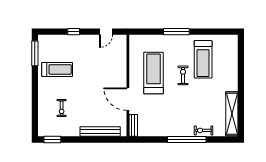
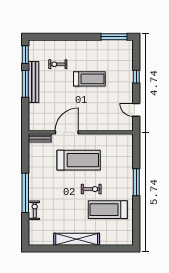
treadmill: (57, 69) -> (89, 79), moved, turned -90
treadmill: (154, 73) -> (79, 160), moved
shelving: (232, 114) -> (77, 239), moved
bench: (100, 132) -> (34, 82), moved
window: (81, 140) -> (25, 84), added

